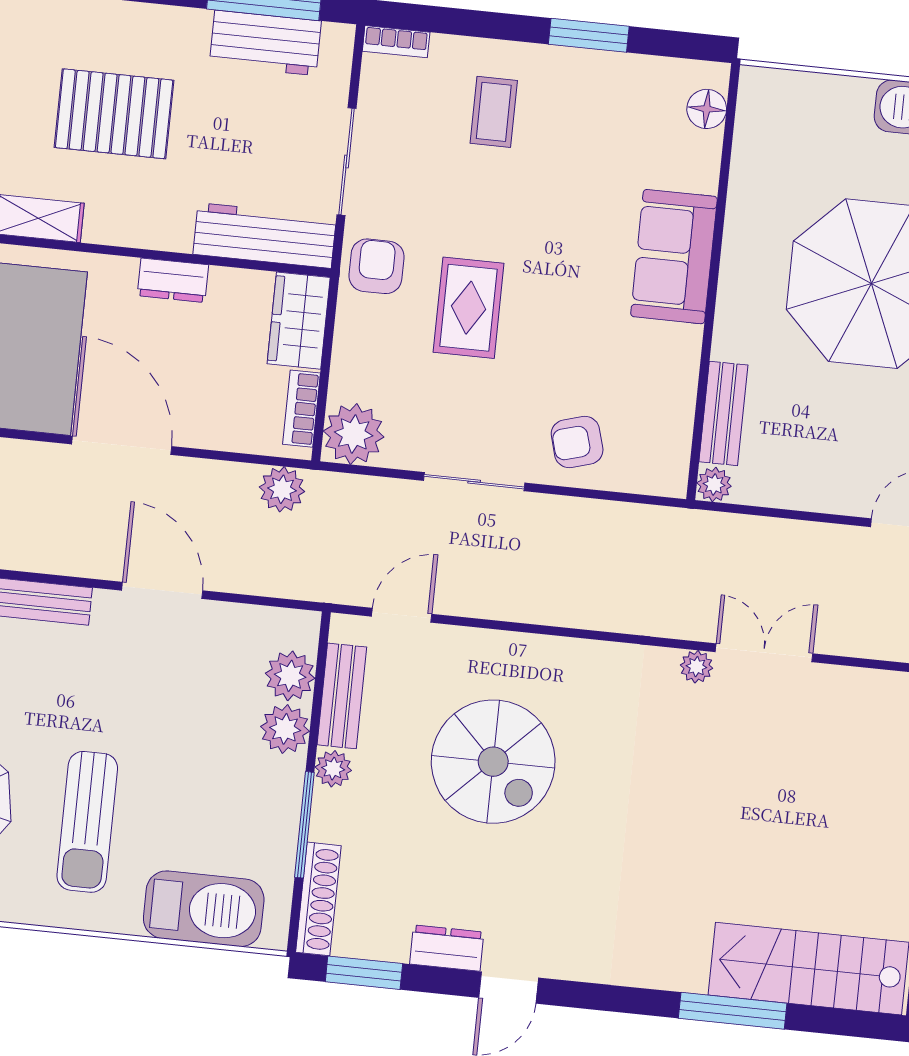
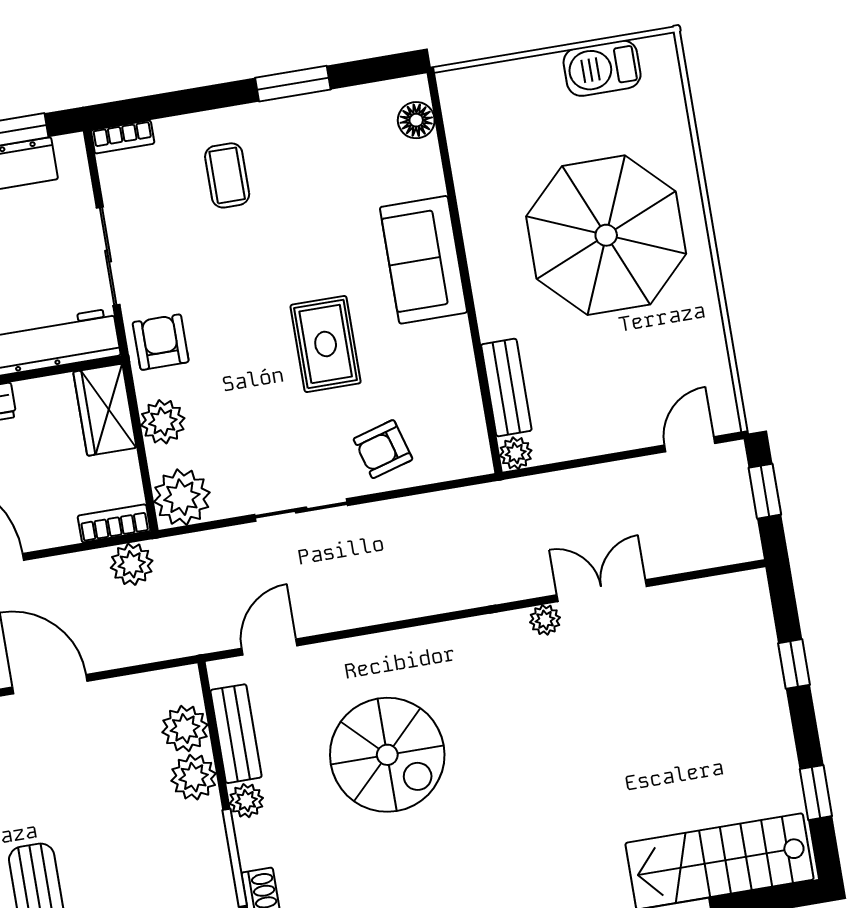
rug: (469, 308) -> (326, 344), moved
plant: (356, 350) -> (163, 422), added
bookcase: (301, 409) -> (114, 523), moved, turned 90

